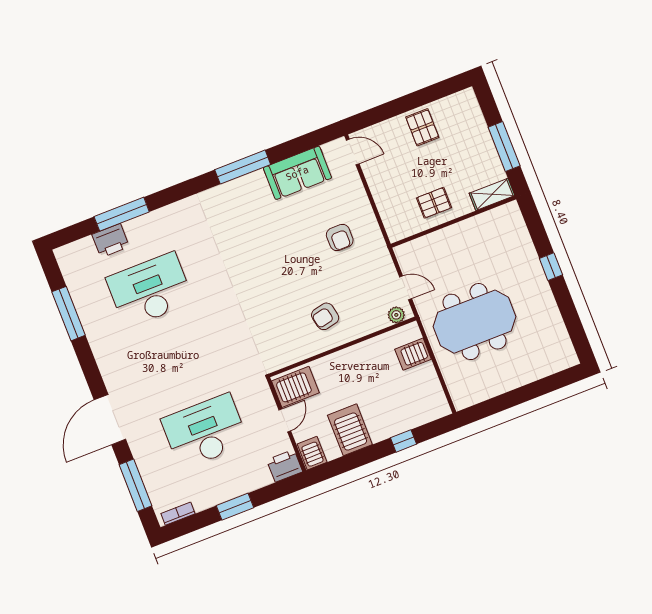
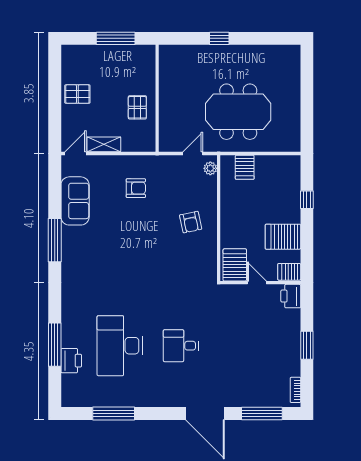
shelving: (492, 194) -> (104, 144), moved, turned 90
meeting table: (475, 322) -> (238, 112), turned 90
desk: (205, 431) -> (181, 346), moved, width x0.53, depth x0.77

